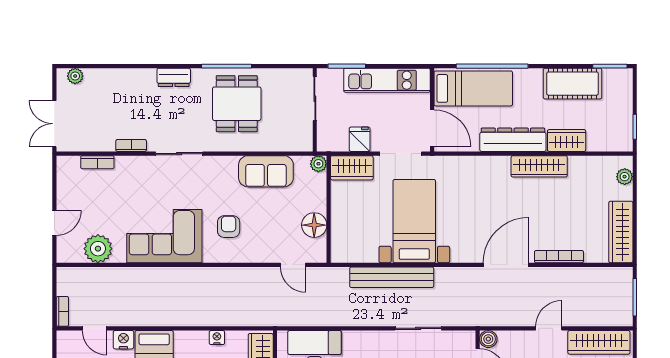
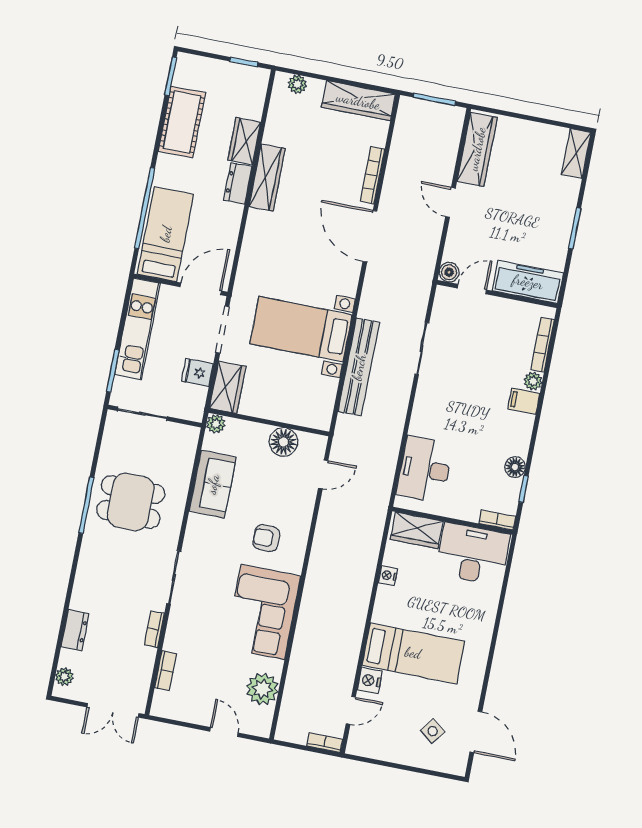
dresser: (174, 77) -> (75, 630), moved
dresser: (513, 140) -> (238, 183), width x0.51, depth x0.80

